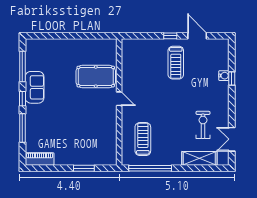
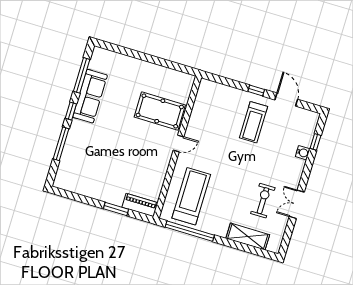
window: (232, 79) -> (315, 142), moved
sofa: (35, 87) -> (90, 96), width x1.36
door: (119, 99) -> (178, 144), hinge flipped
treadmill: (143, 139) -> (191, 196), width x1.37, depth x1.38
double door: (232, 139) -> (297, 204), moved
piano: (40, 159) -> (140, 205), moved

